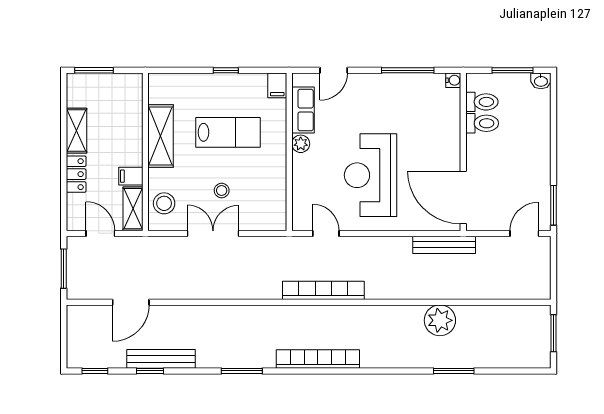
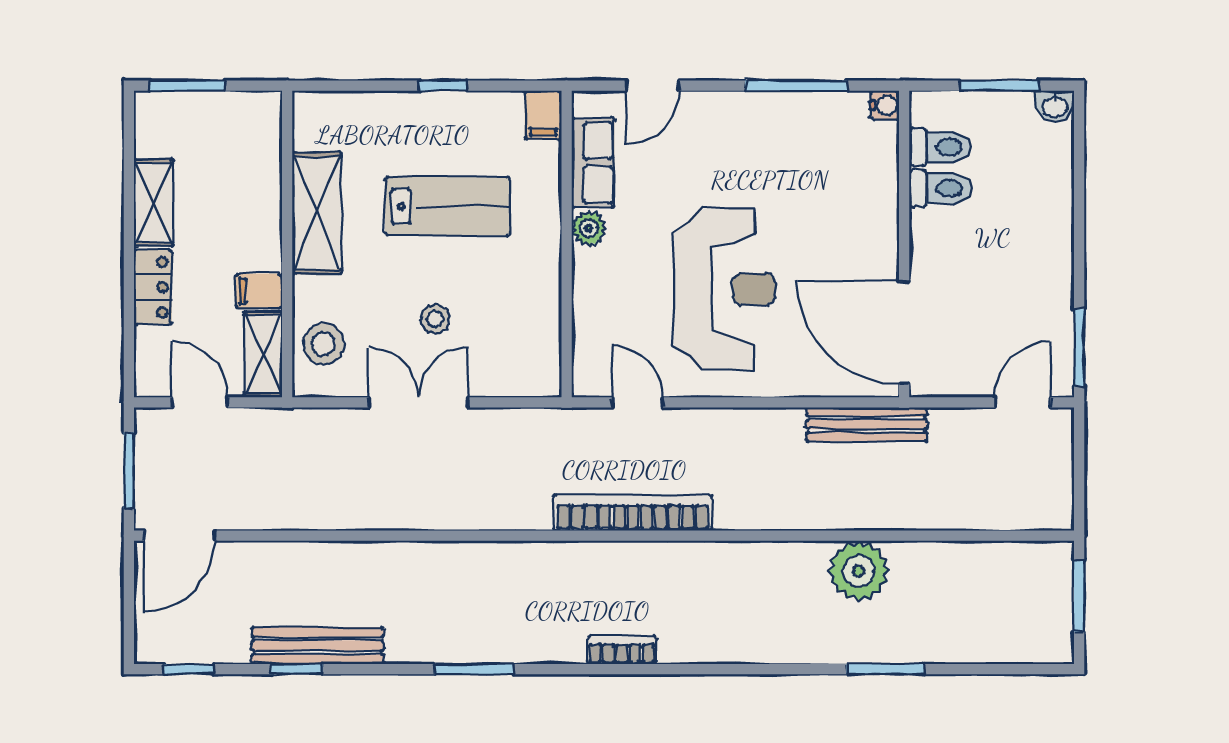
reception desk: (371, 175) -> (724, 289), turned 180
door: (131, 302) -> (180, 536), moved
bookcase: (318, 359) -> (622, 650), width x0.43, depth x0.76

